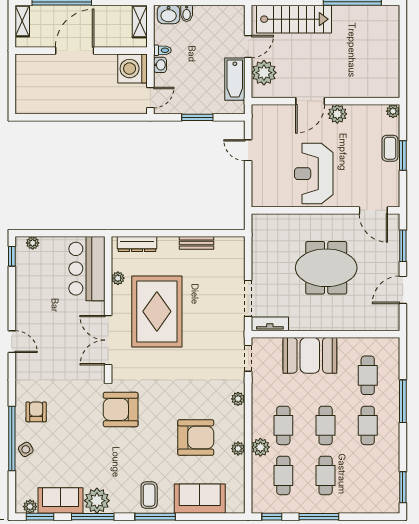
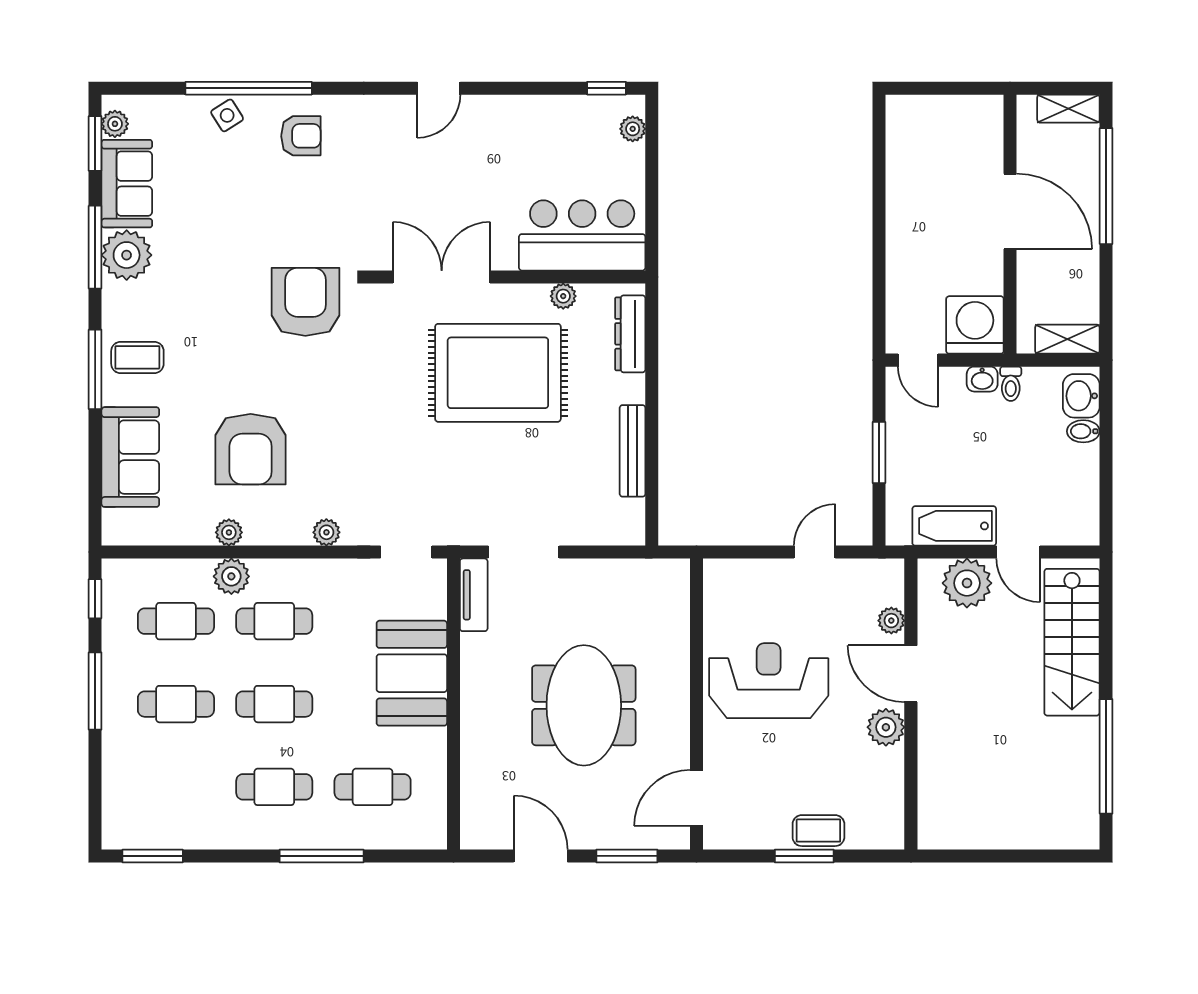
plant: (393, 111) -> (891, 621), moved
bench: (197, 243) -> (633, 451), width x1.36

